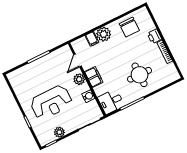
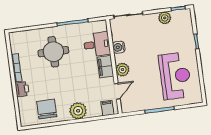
filing cabinet: (92, 39) -> (107, 108), moved
reception desk: (51, 102) -> (175, 76), moved, turned 90
desk: (111, 102) -> (97, 44), moved

